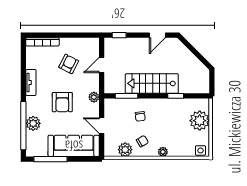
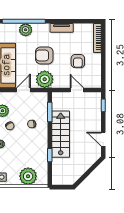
armchair: (69, 64) -> (78, 61), turned 63
plant: (94, 97) -> (45, 79), width x1.88, depth x1.88

